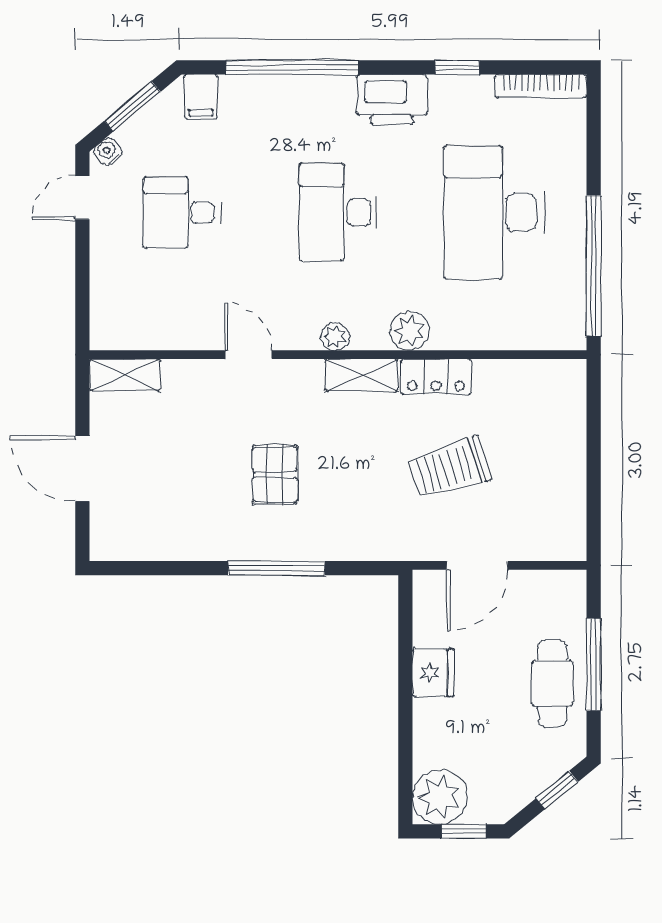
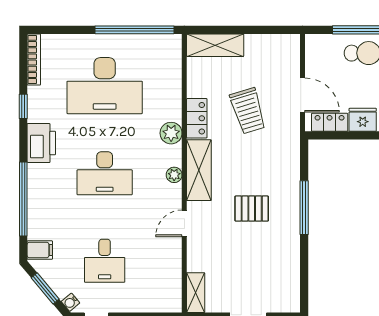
shelving: (361, 375) -> (199, 170), width x1.50, depth x1.33
shelving: (566, 410) -> (215, 45), added
locker: (429, 614) -> (330, 122), added

